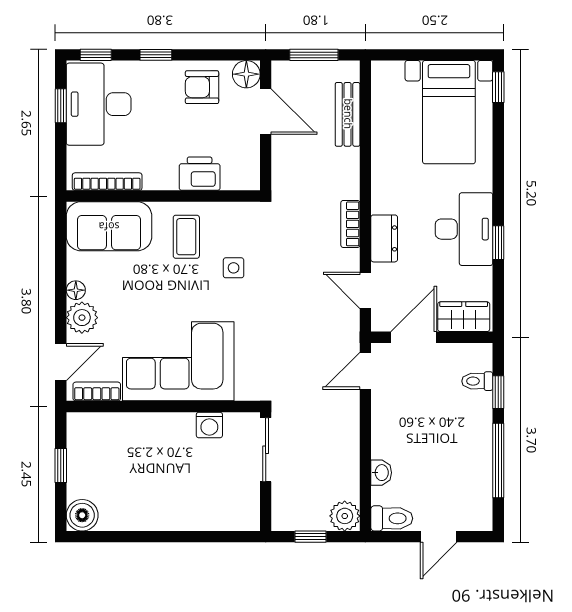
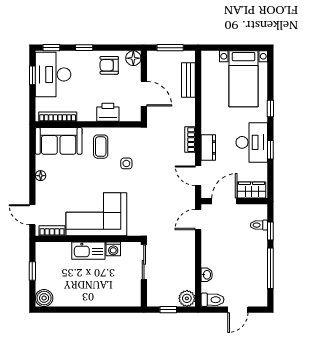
window: (498, 87) -> (270, 108), moved
door: (266, 112) -> (144, 94), moved
plant: (82, 318) -> (44, 191), removed
door: (61, 362) -> (32, 215), swing flipped
kitchen sink: (164, 428) -> (88, 251), added

